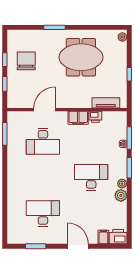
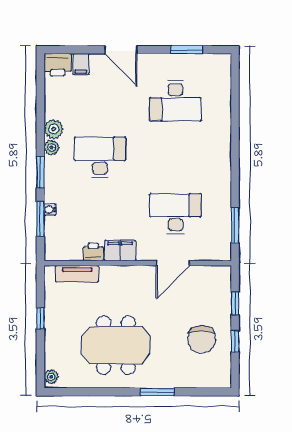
desk: (91, 177) -> (100, 157), turned 180

